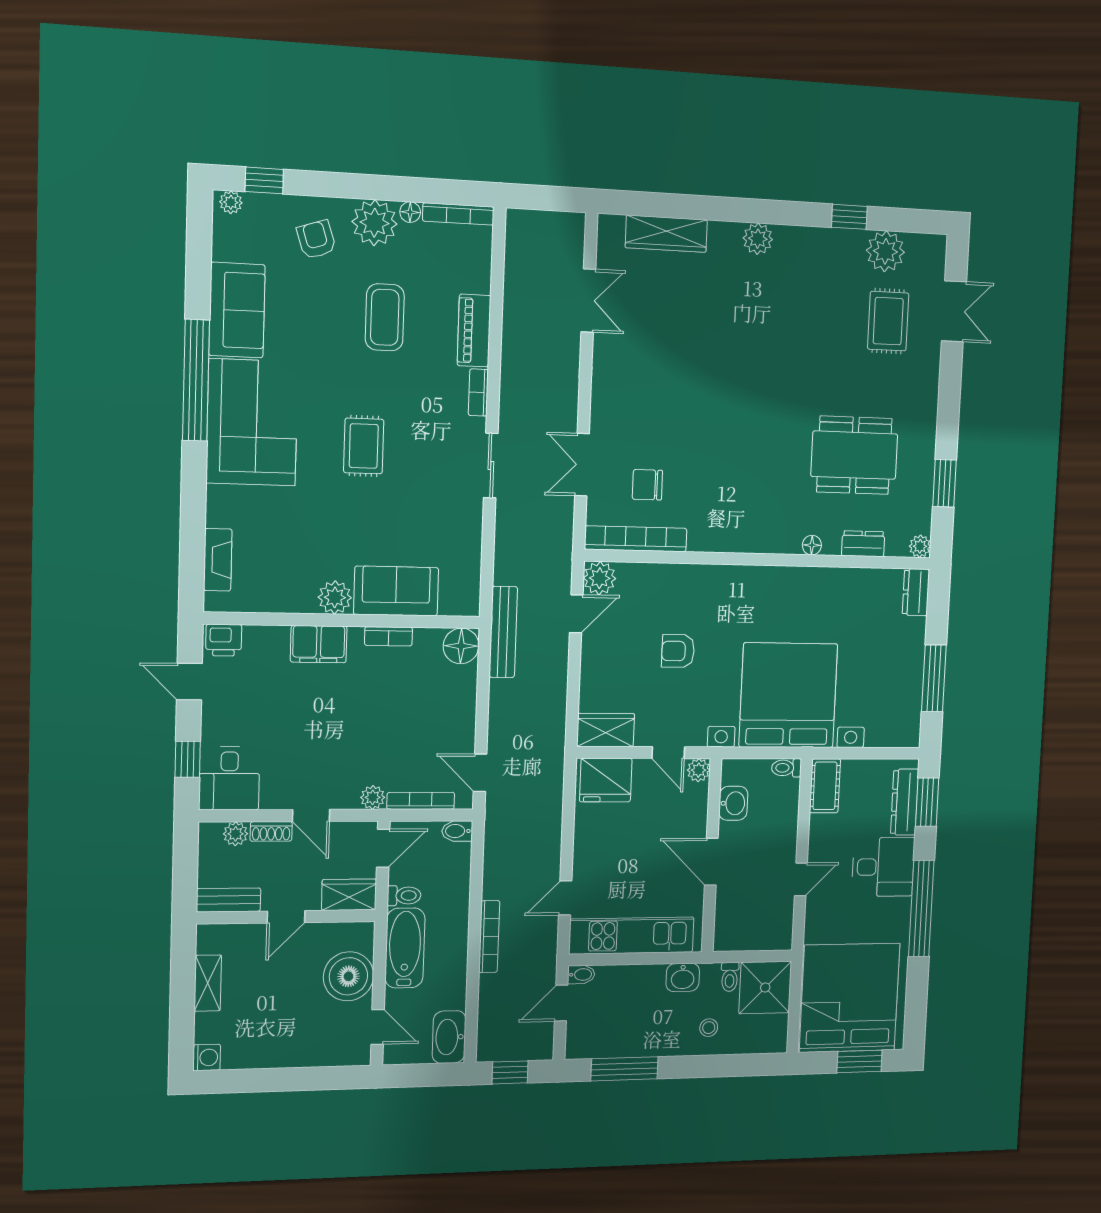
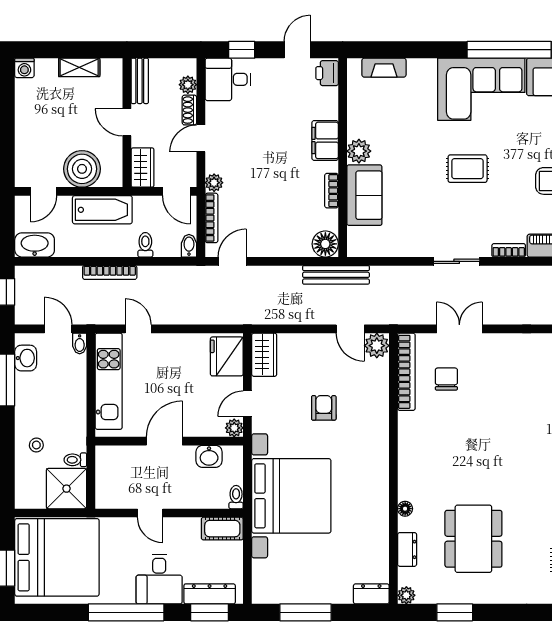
toilet: (404, 896) -> (145, 245), moved, turned 180
washbasin: (683, 977) -> (26, 358), moved, turned 180

